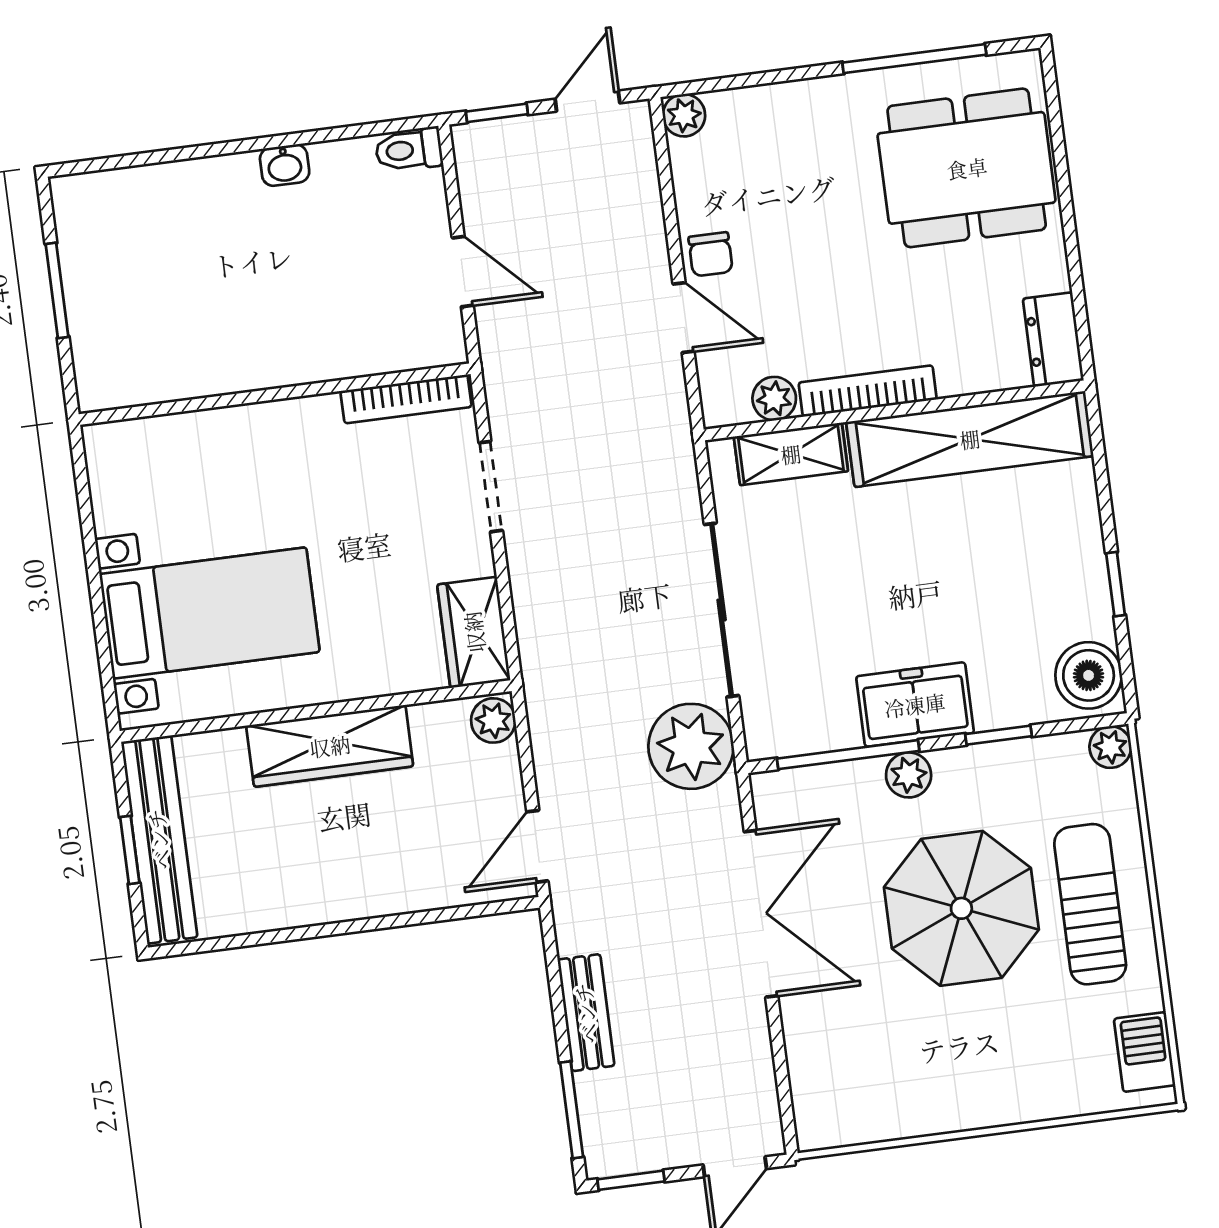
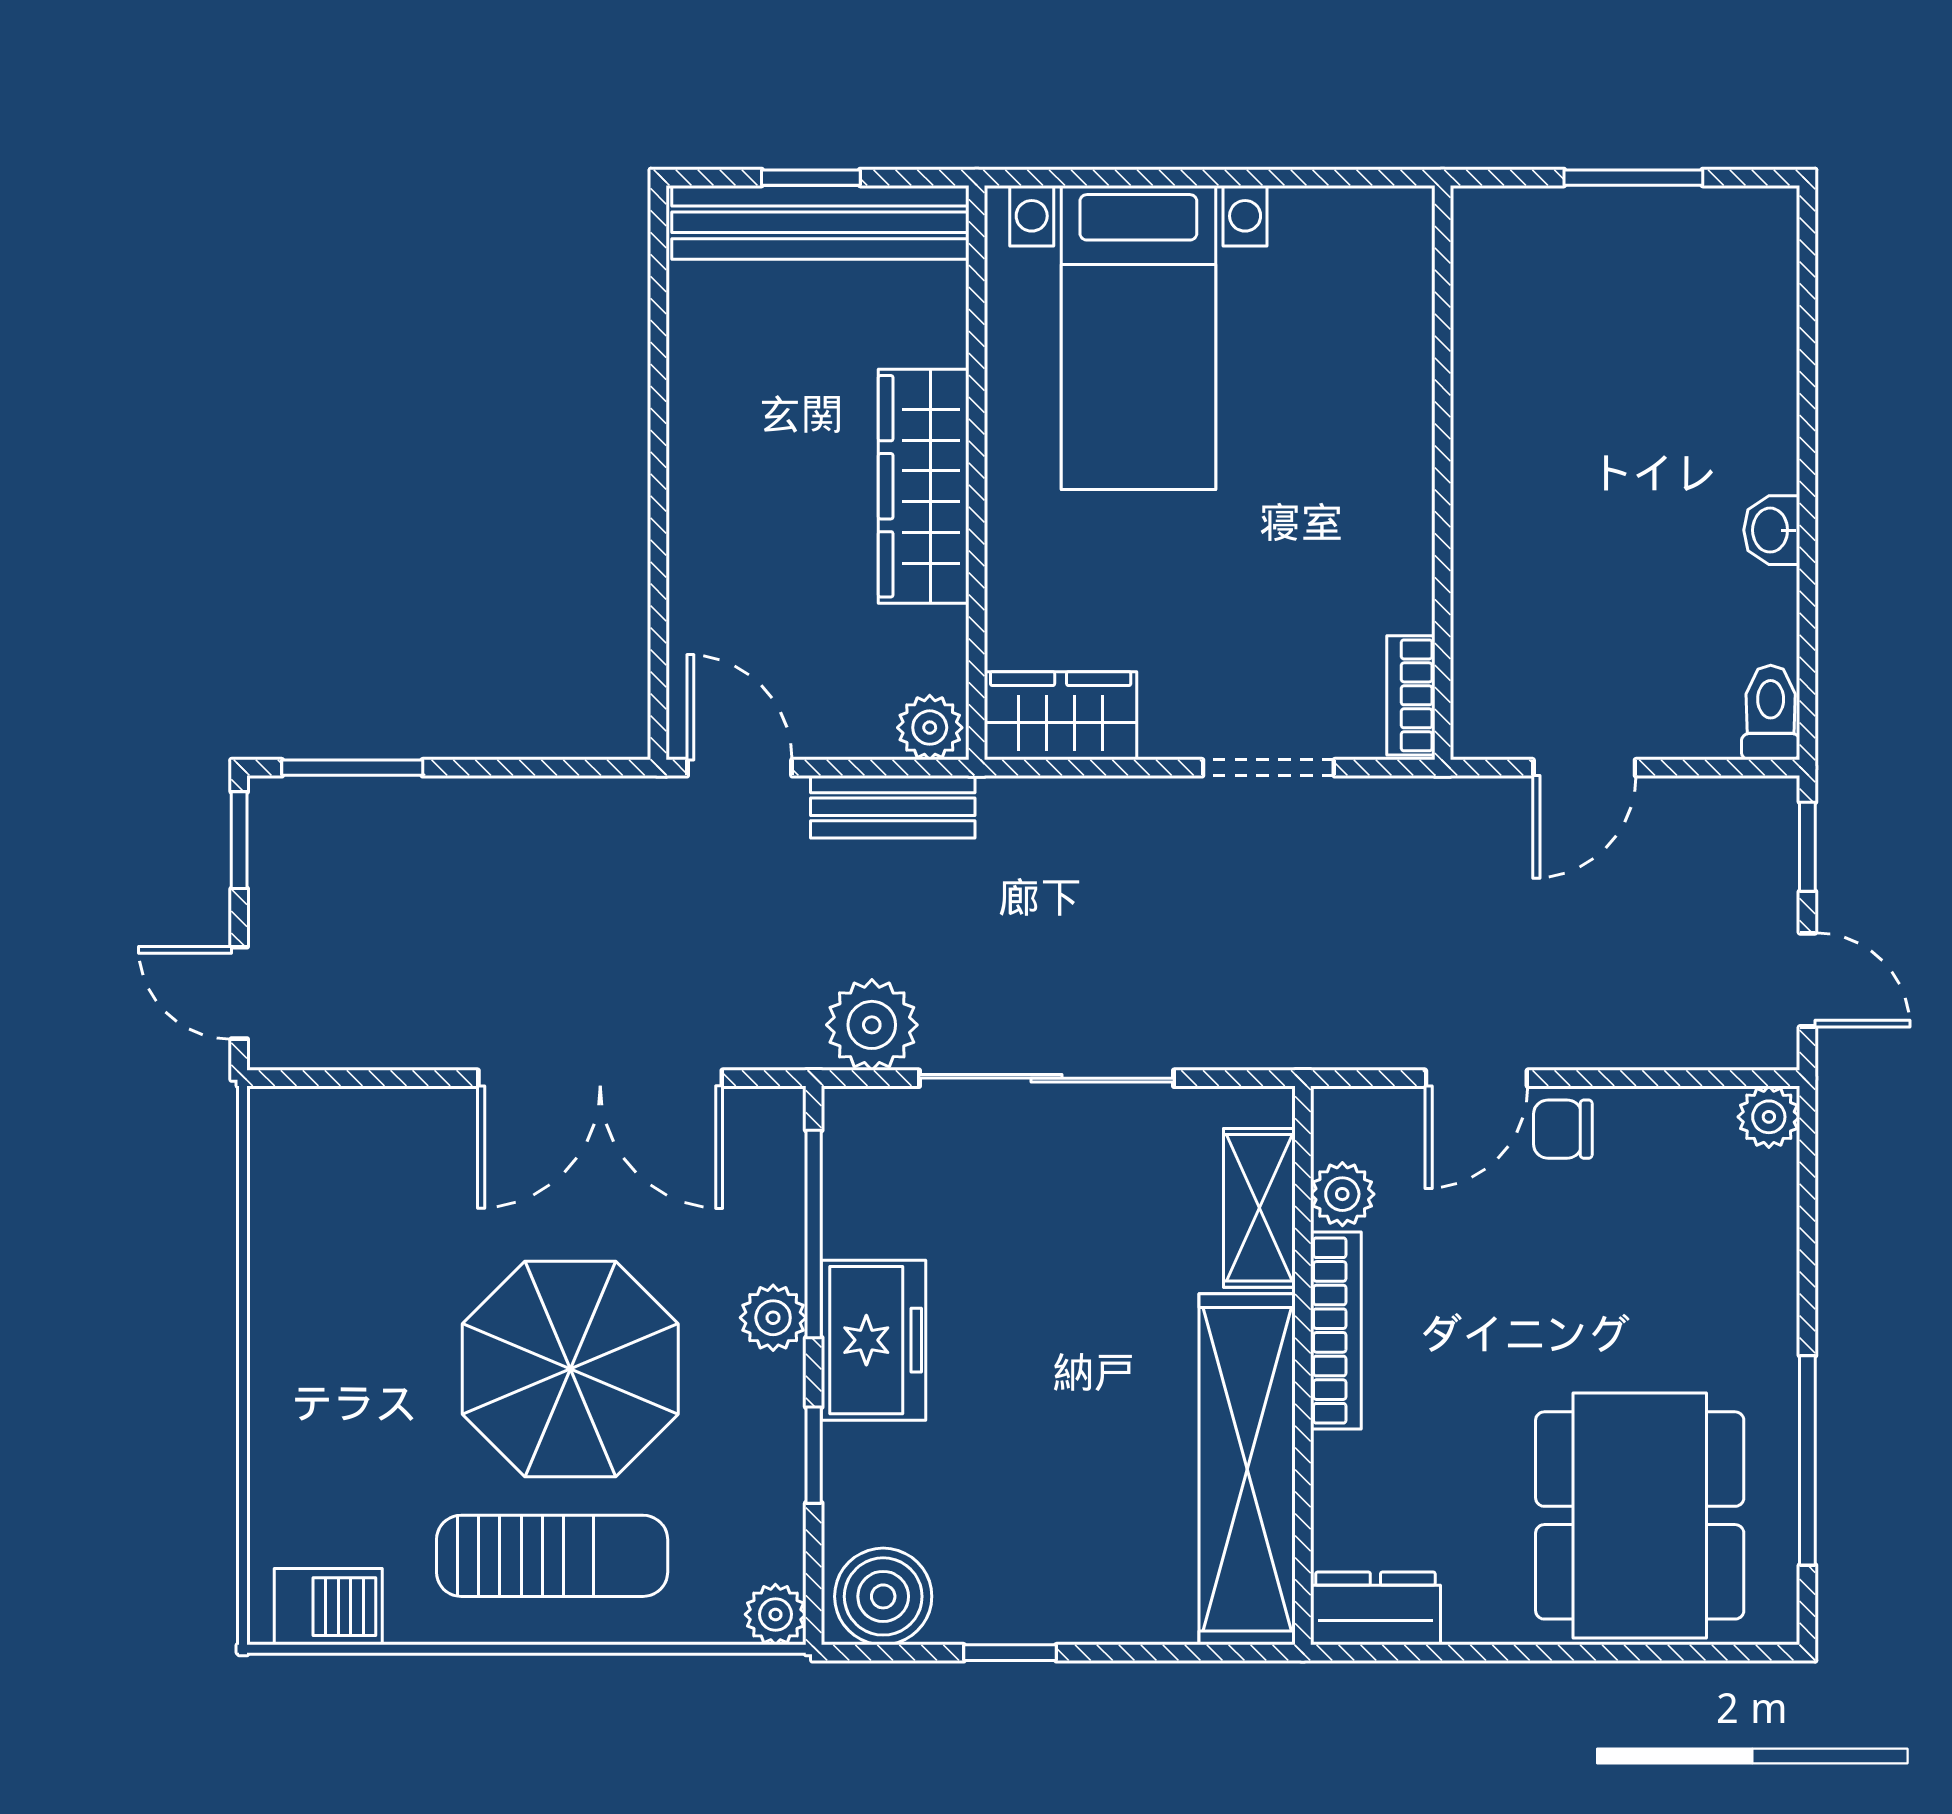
bookcase: (406, 399) -> (1411, 695), width x0.64
plant: (691, 746) -> (872, 1025), width x0.73, depth x0.73
bench: (586, 1013) -> (893, 807), moved

